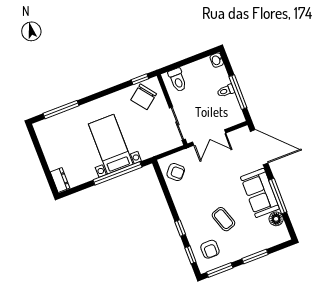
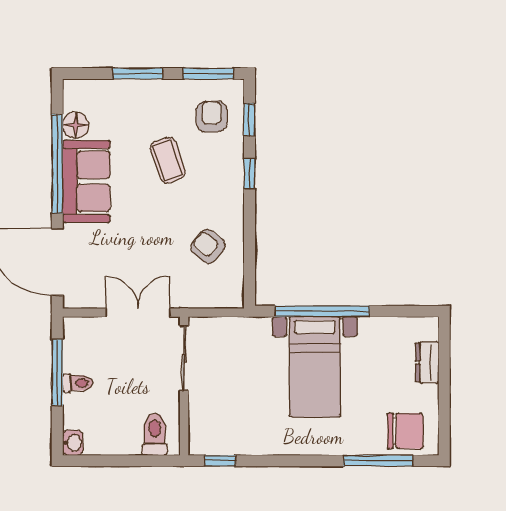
chair: (144, 97) -> (405, 431), moved, turned 38
armchair: (176, 172) -> (208, 246), moved
dresser: (60, 180) -> (427, 363), moved
window: (278, 196) -> (57, 164), width x1.46

